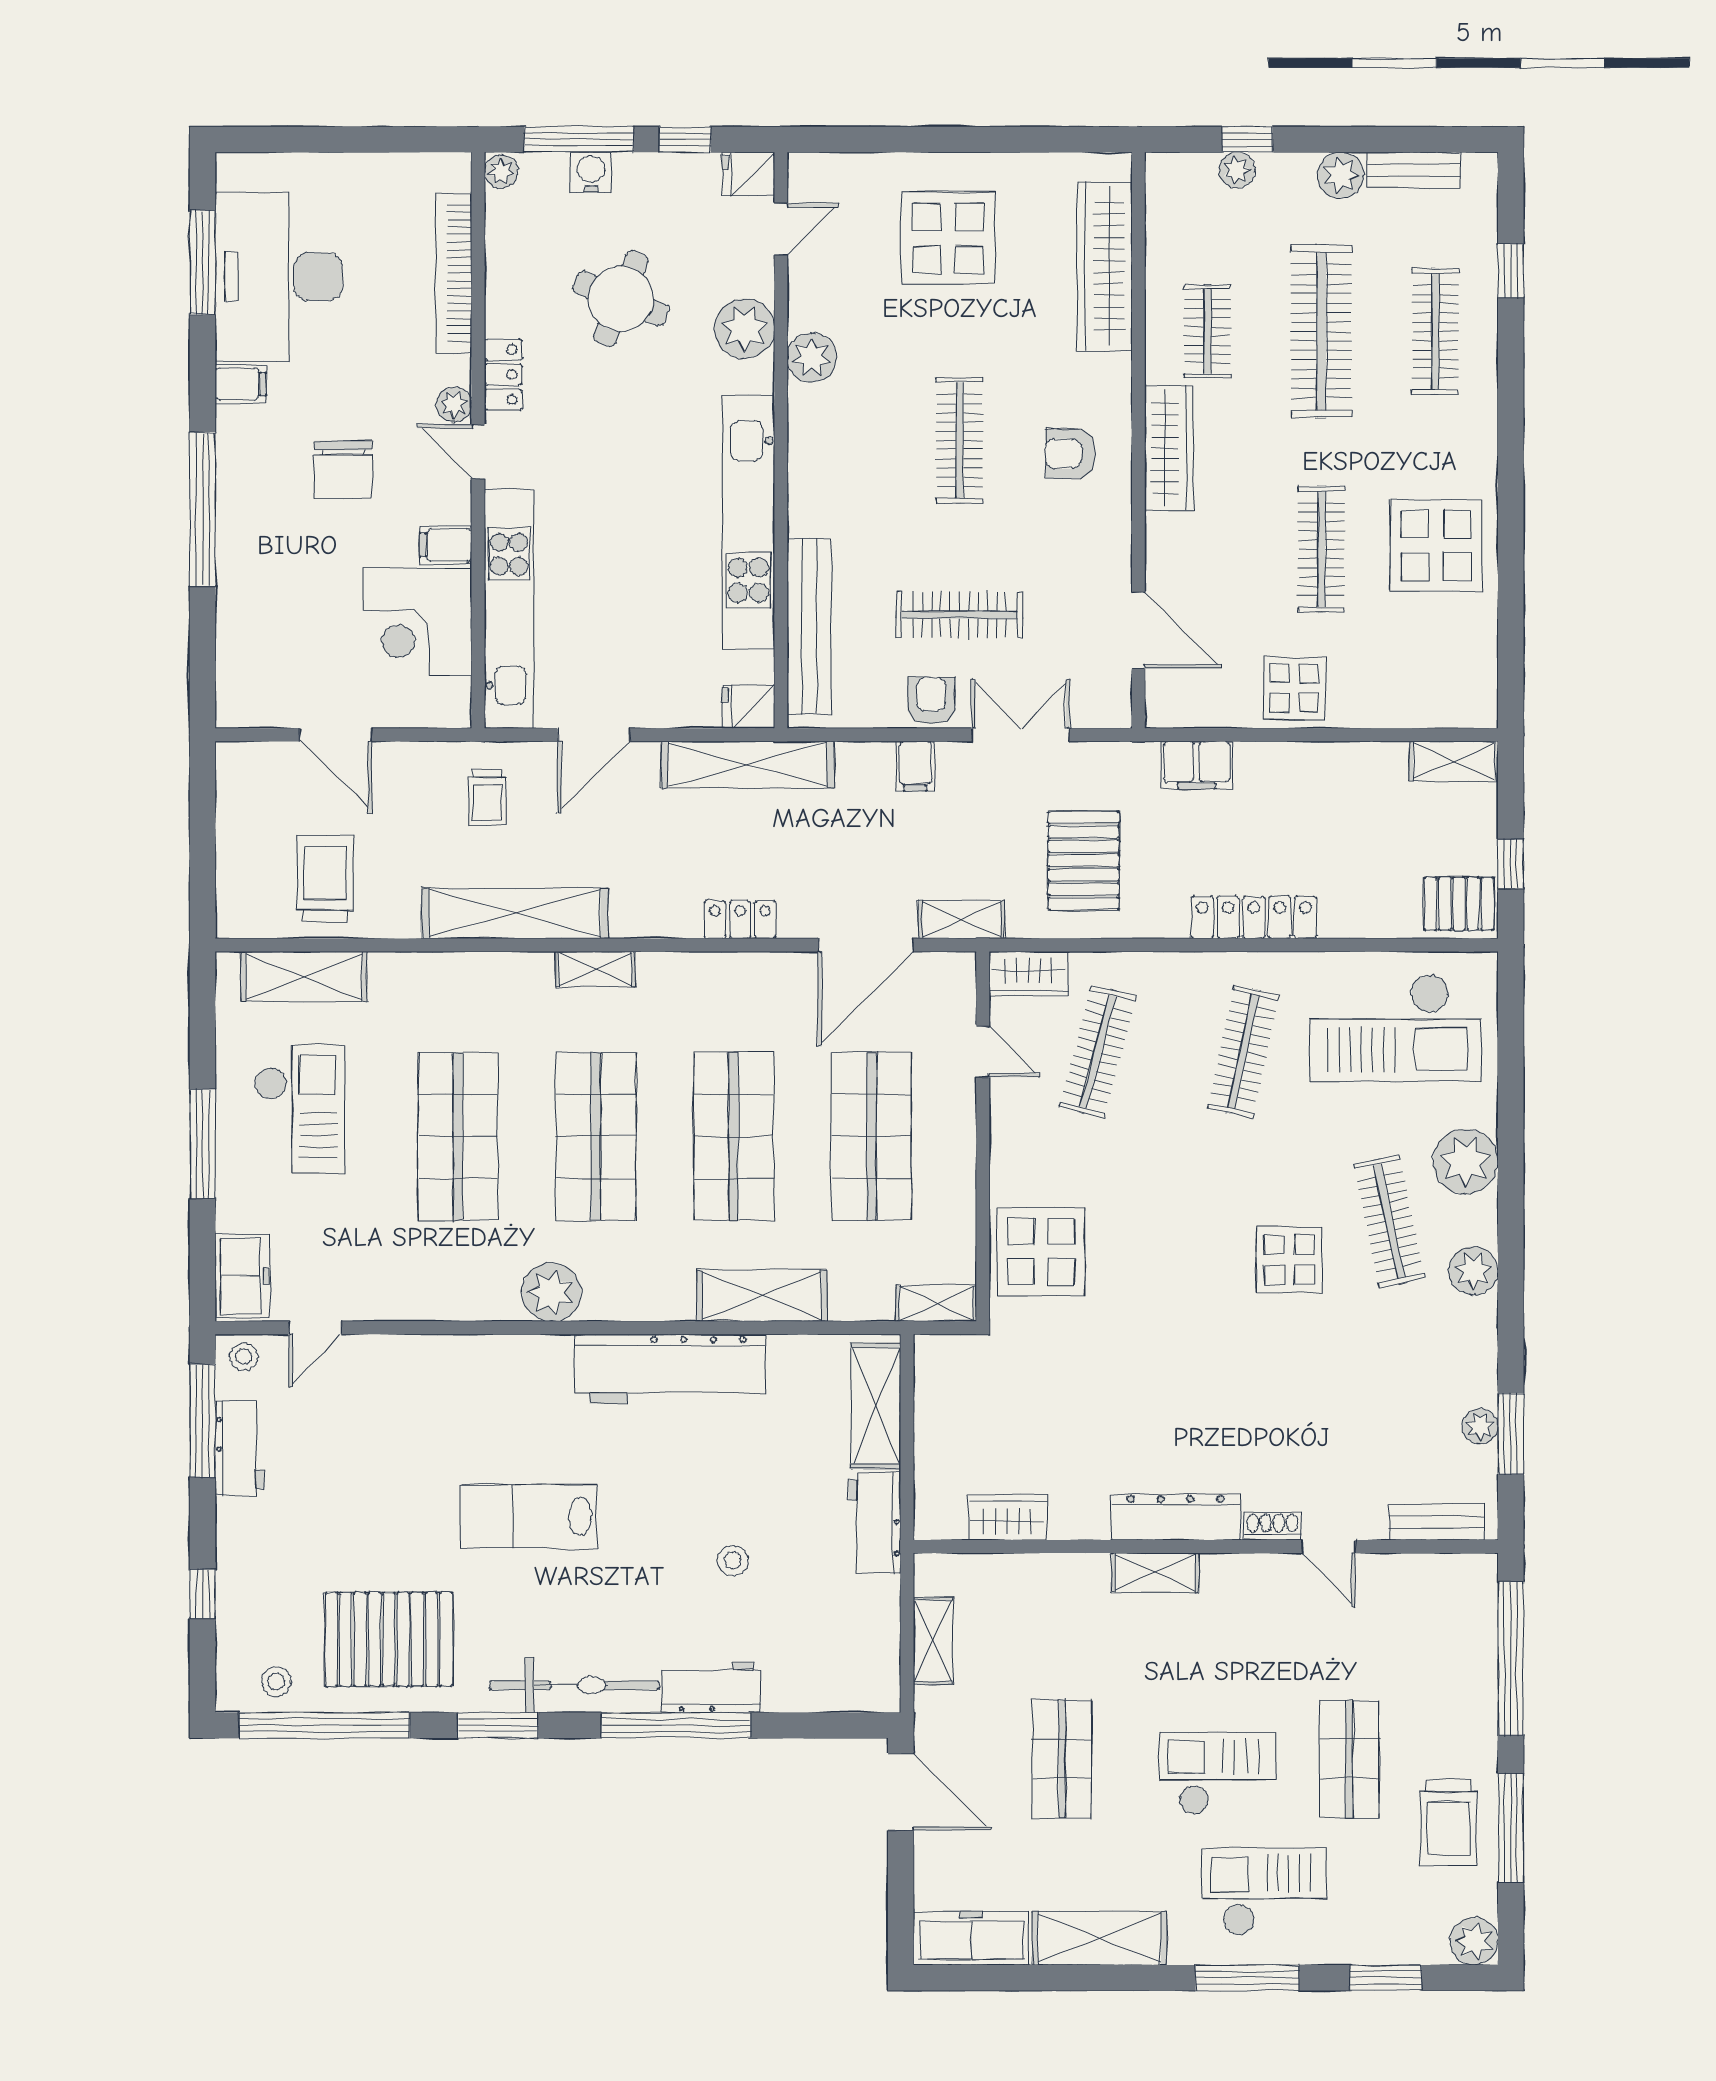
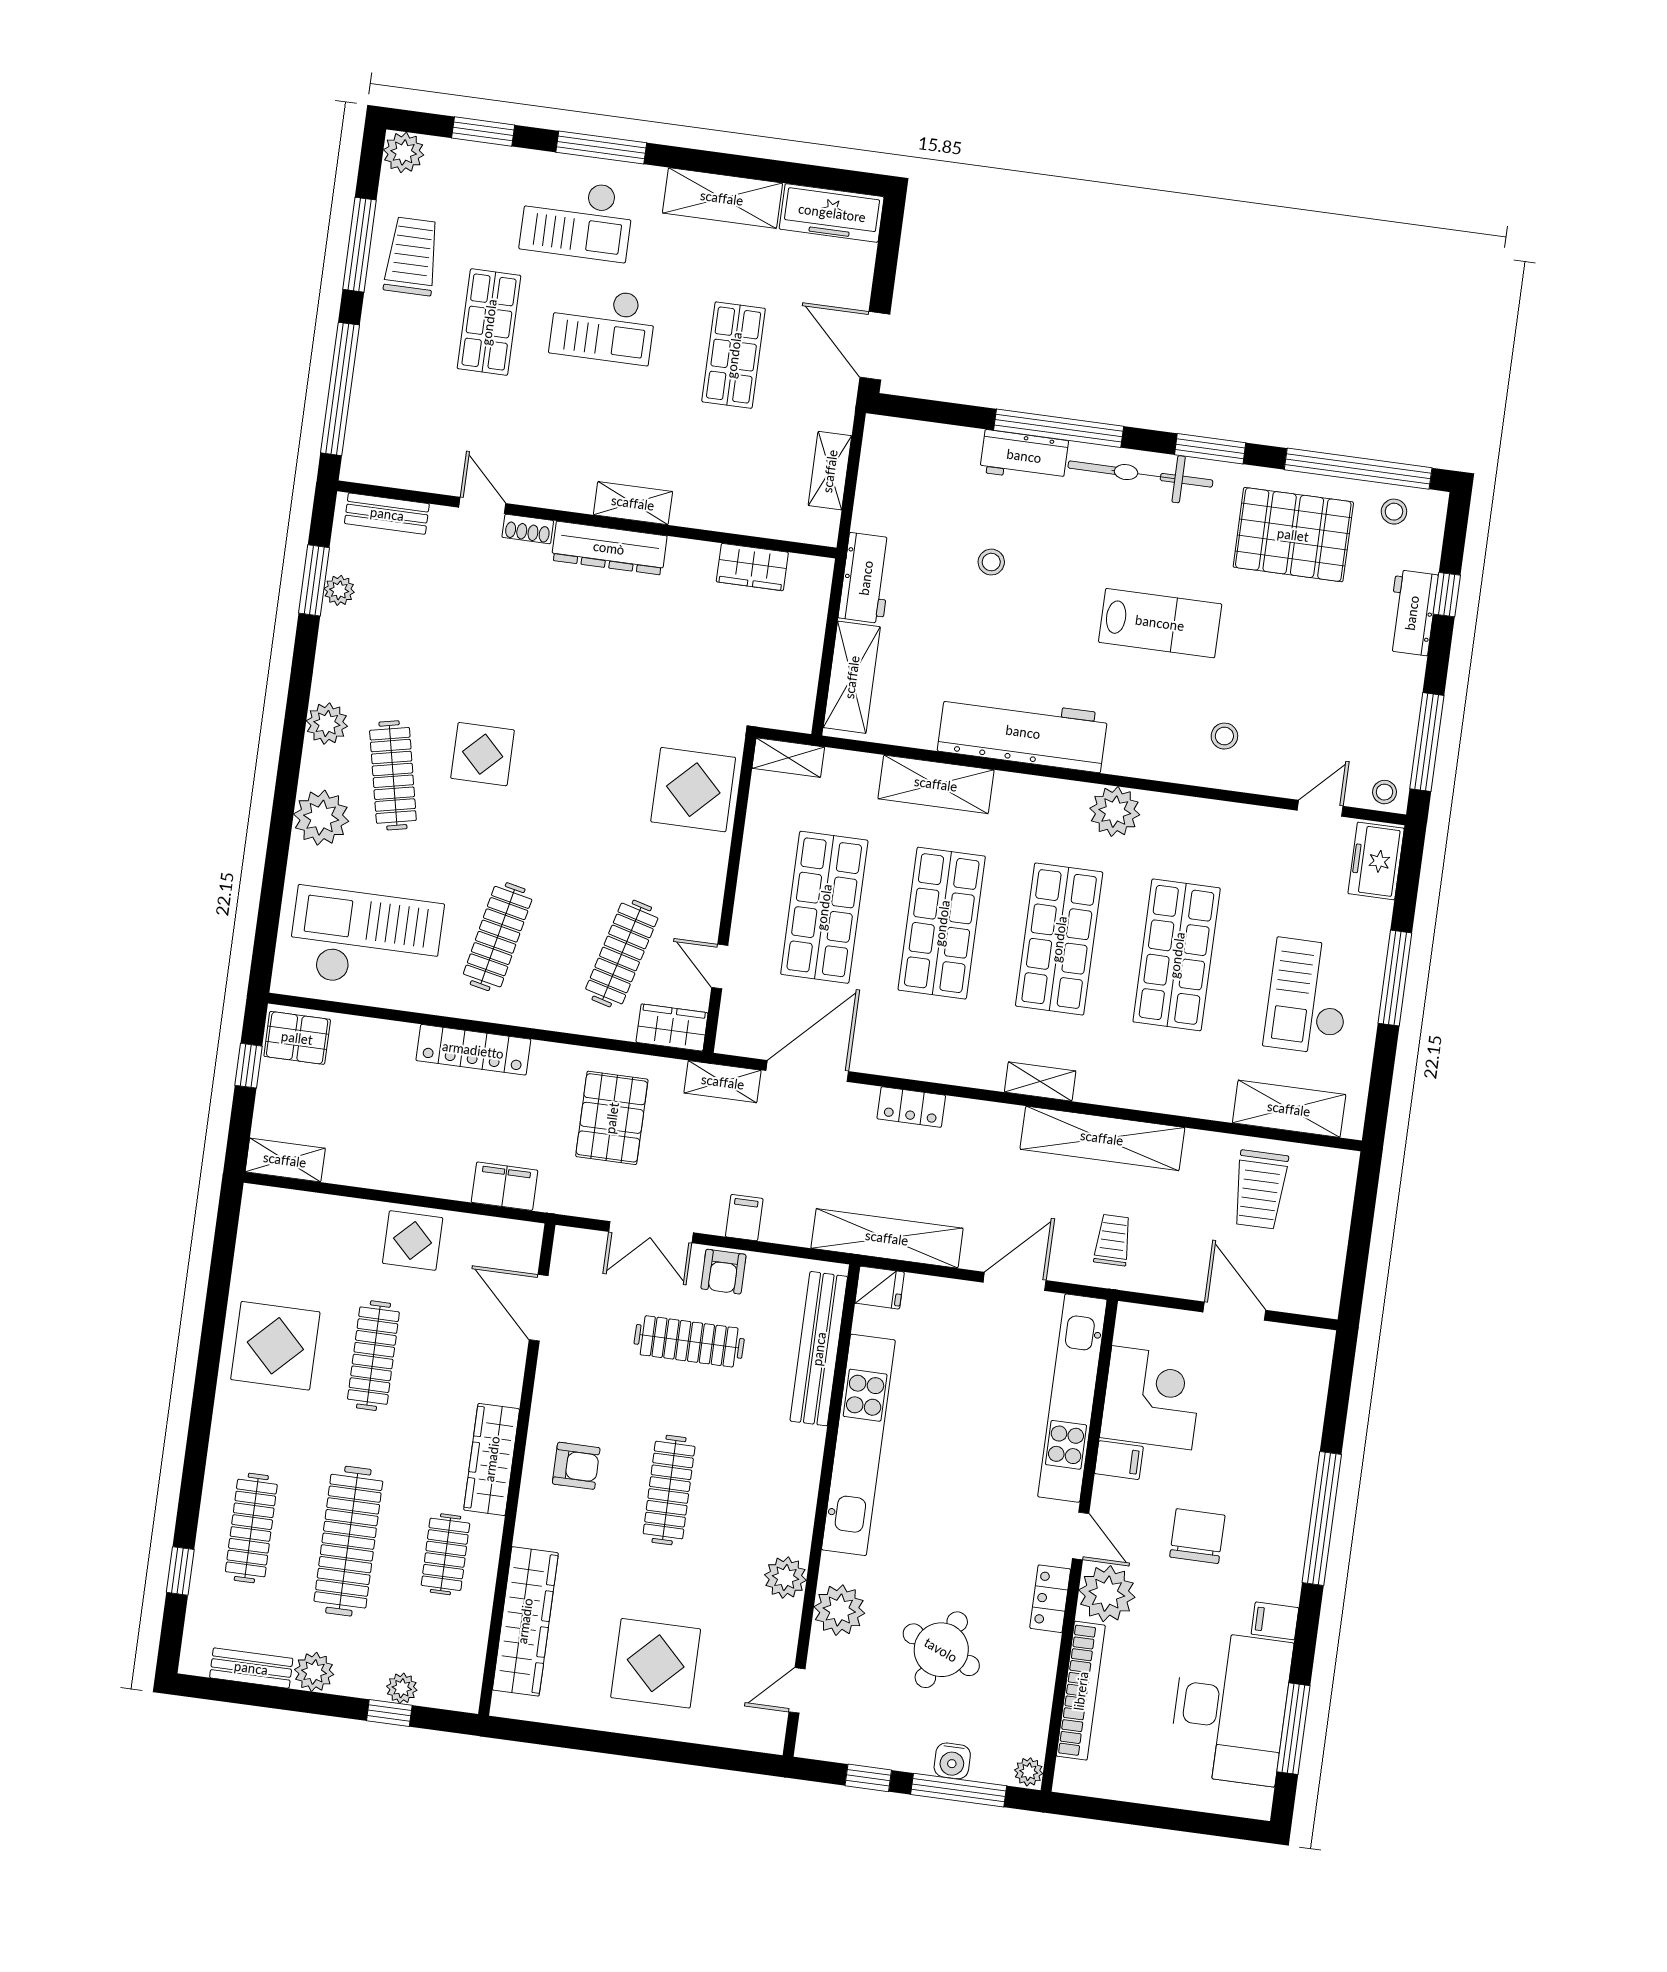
fridge: (748, 174) -> (818, 1741), removed
plant: (454, 404) -> (1107, 1594), width x1.88, depth x1.88
stool: (437, 1396) -> (1224, 736), added
workbench: (240, 1449) -> (1412, 613), moved

